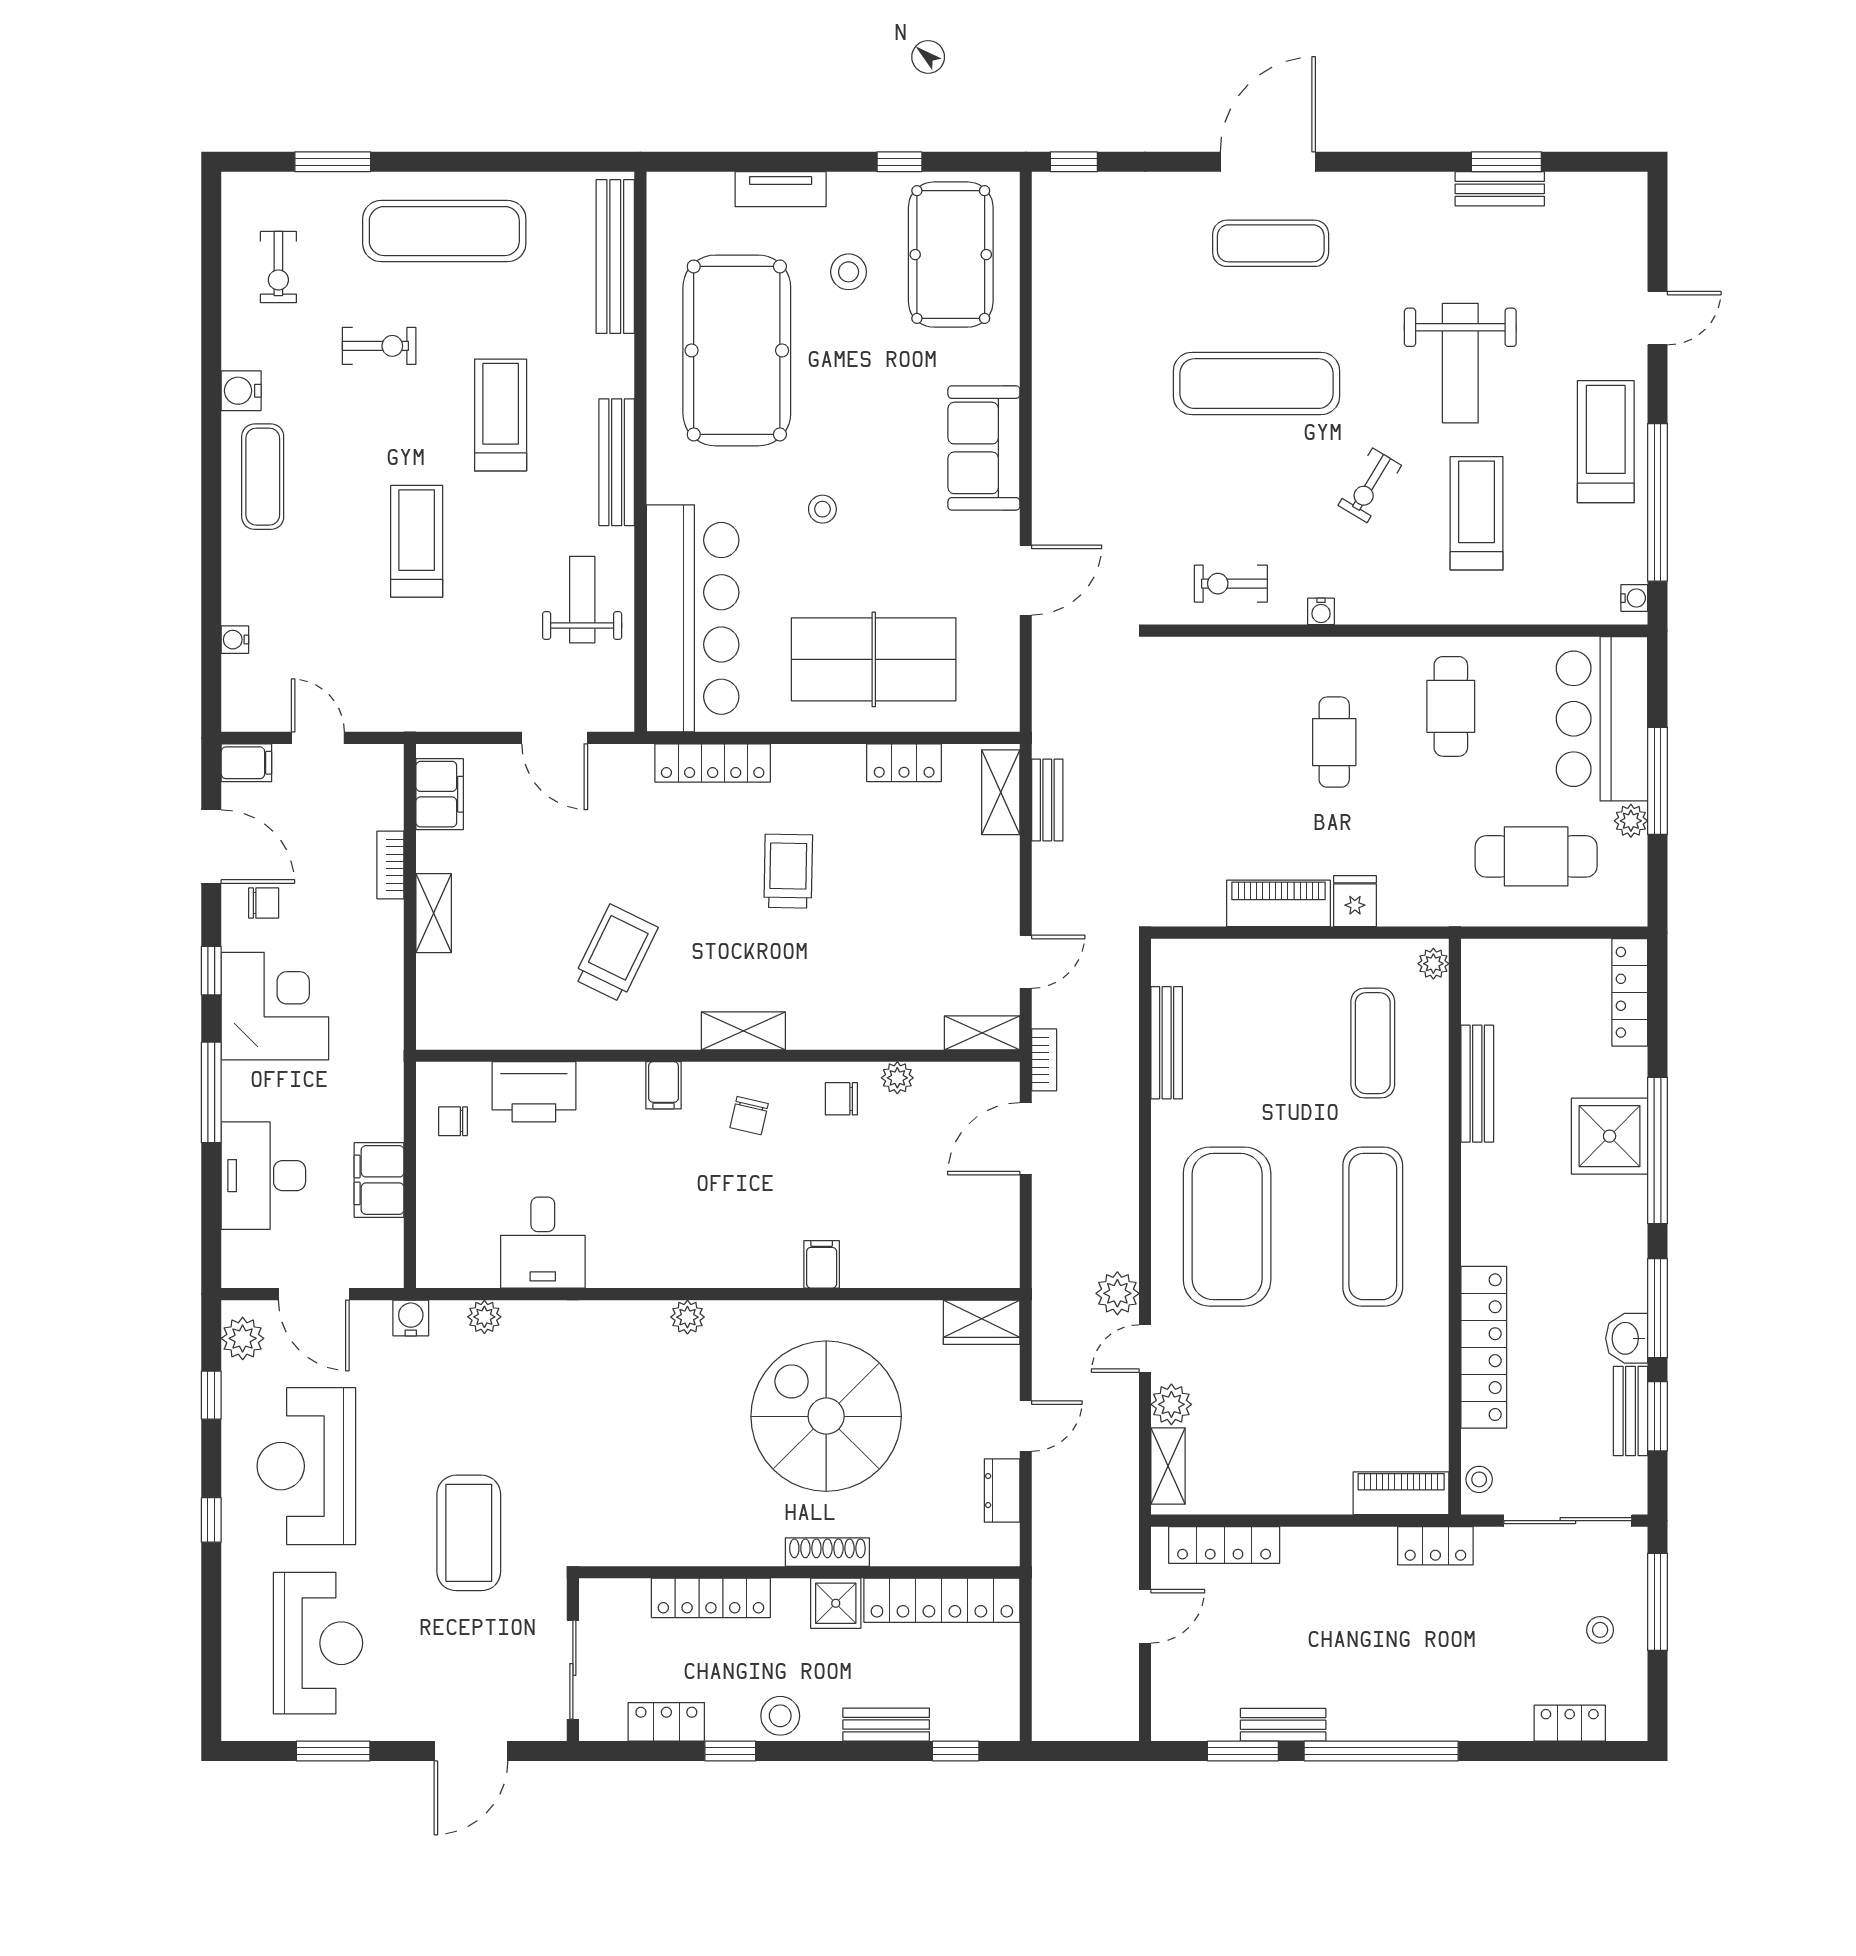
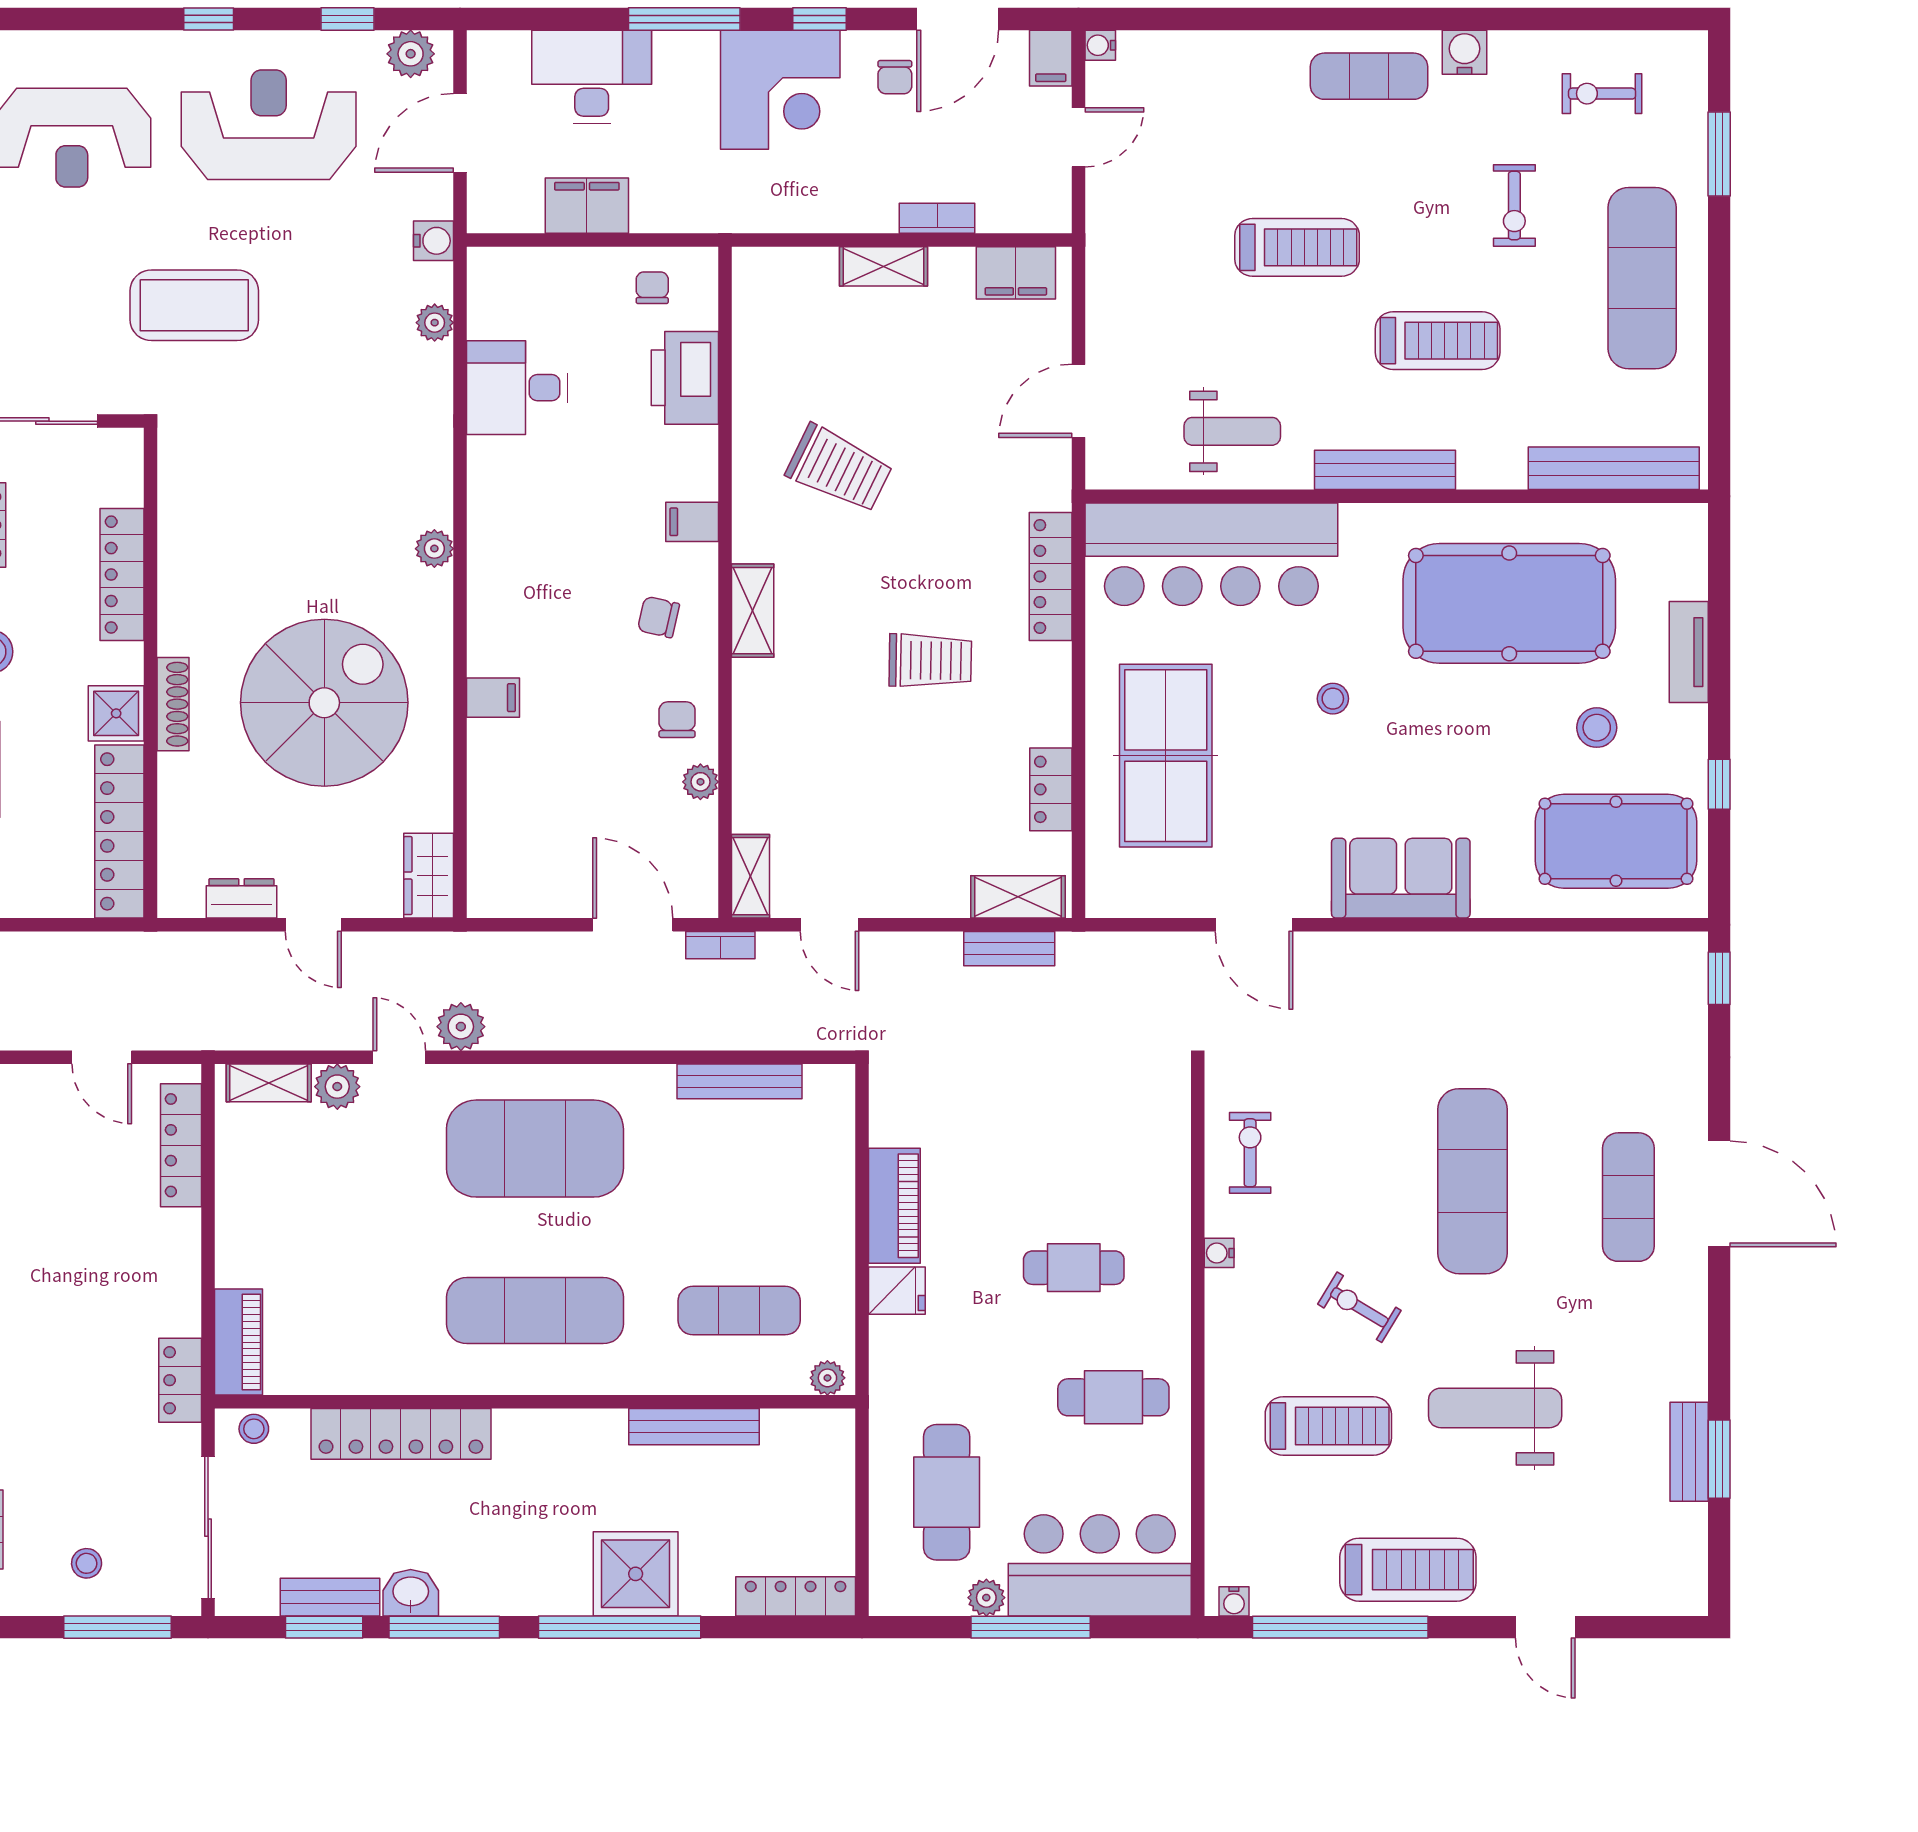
water cooler: (235, 640) -> (1100, 45), moved, turned -90

